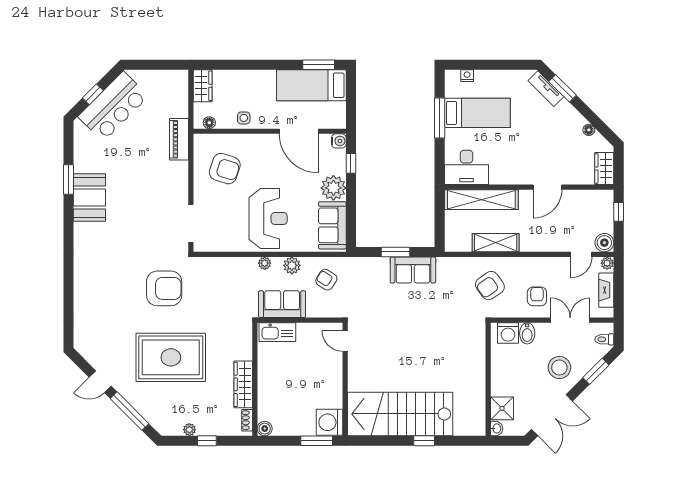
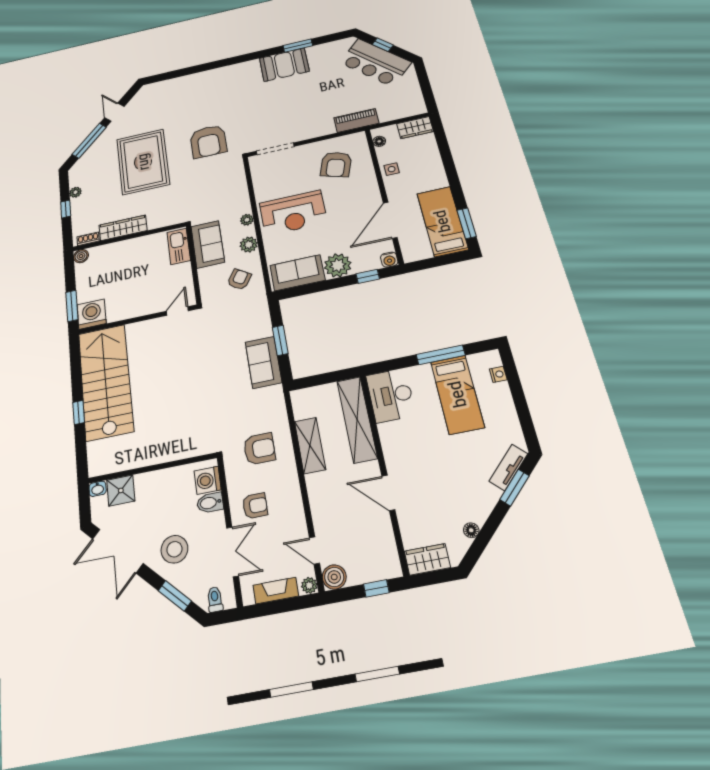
armchair: (490, 286) -> (259, 449), turned 125

